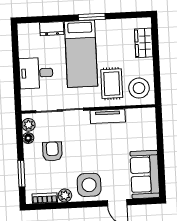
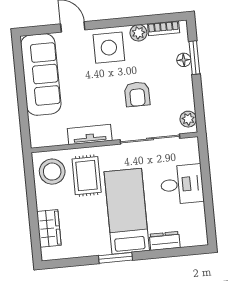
floor lamp: (28, 138) -> (184, 60), moved
armchair: (52, 151) -> (137, 94), moved
sofa: (145, 174) -> (41, 74), width x1.36

